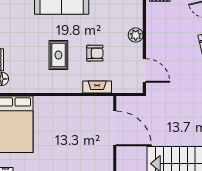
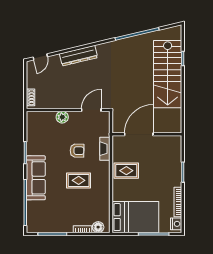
armchair: (95, 53) -> (77, 151), turned 91
rug: (70, 113) -> (126, 171), added

